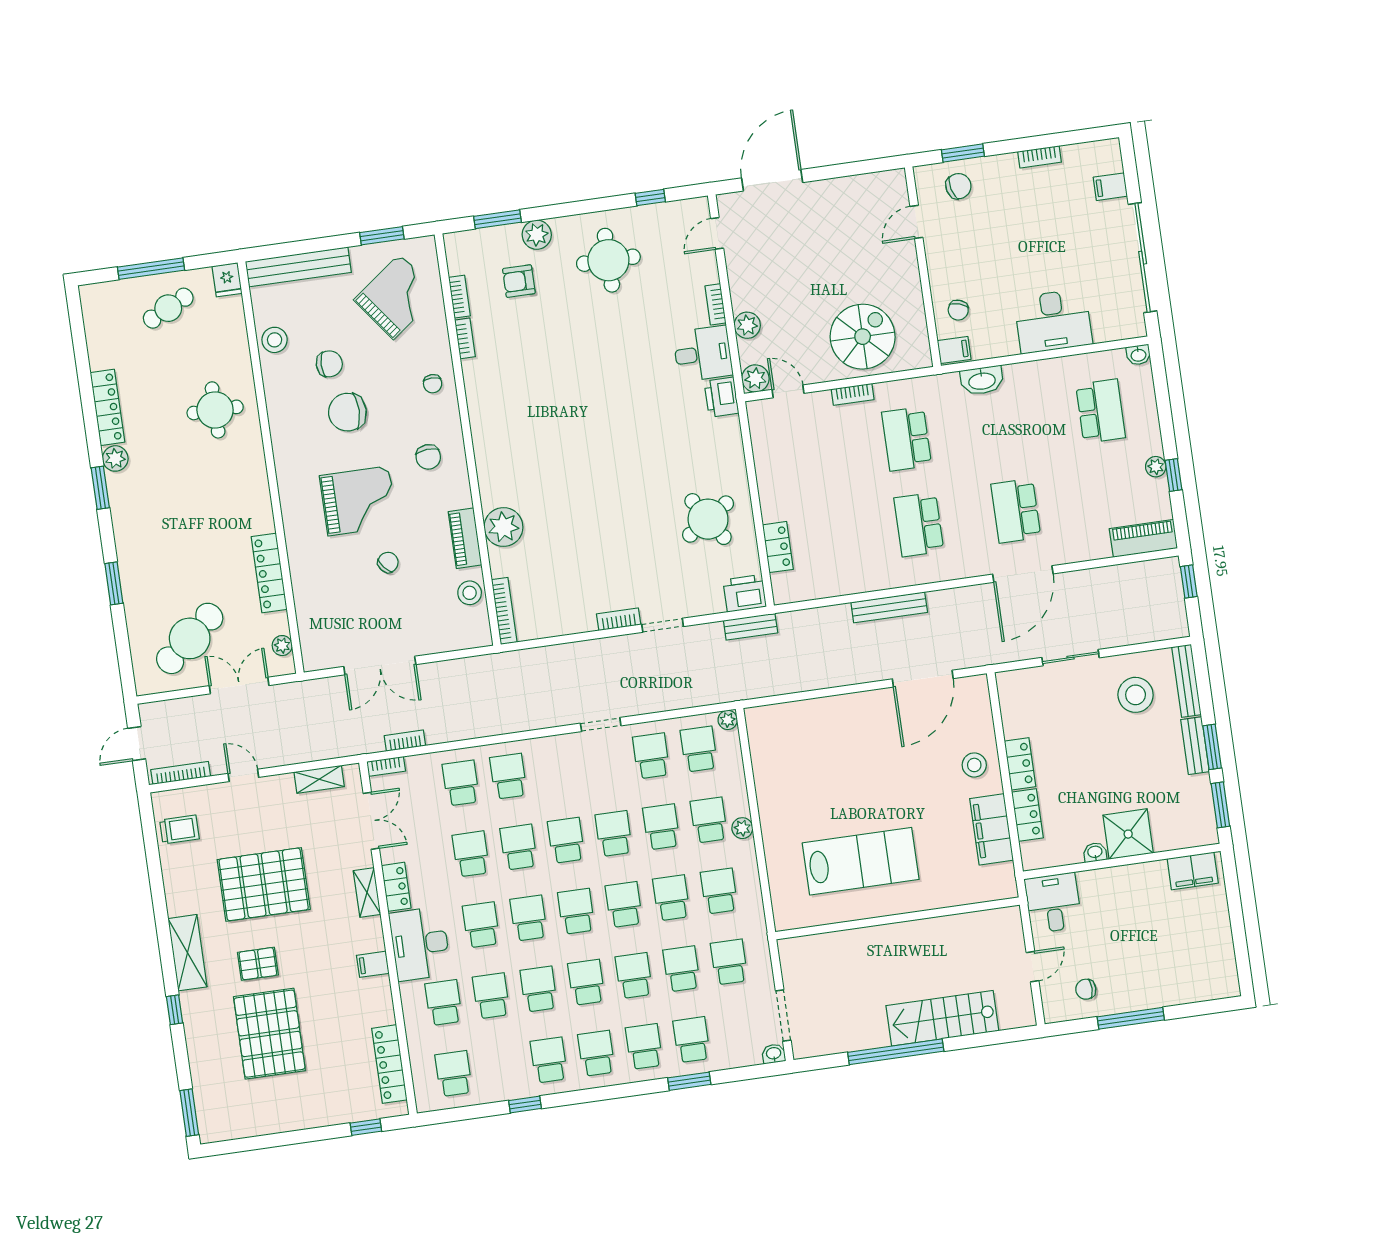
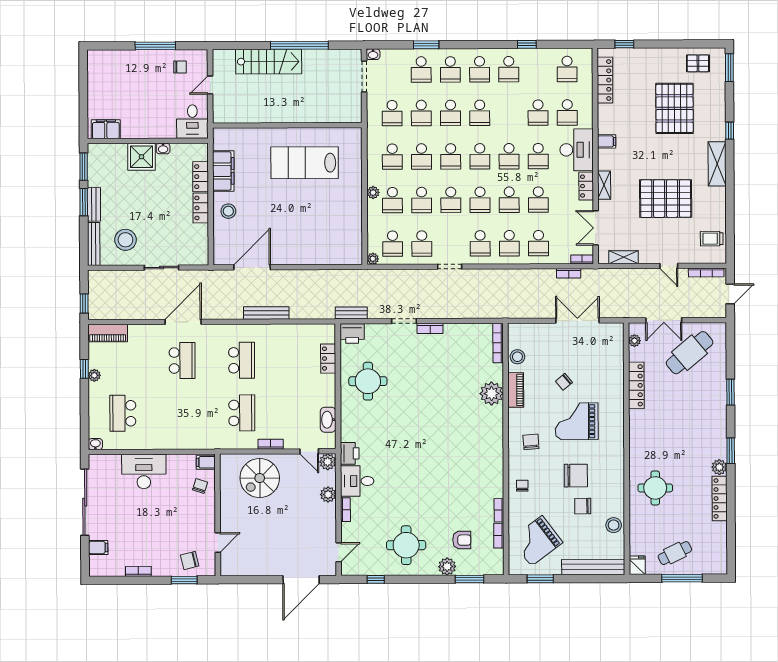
washbasin: (982, 380) -> (328, 420), moved, turned -90
round table: (708, 519) -> (368, 381), turned 33
pallet: (258, 964) -> (698, 63), moved
school desk: (539, 989) -> (480, 243), moved

